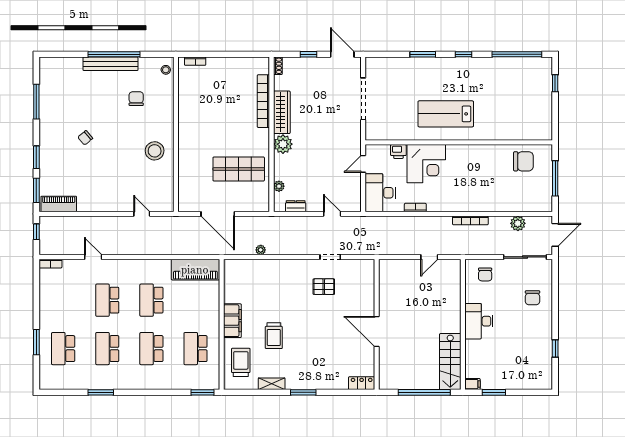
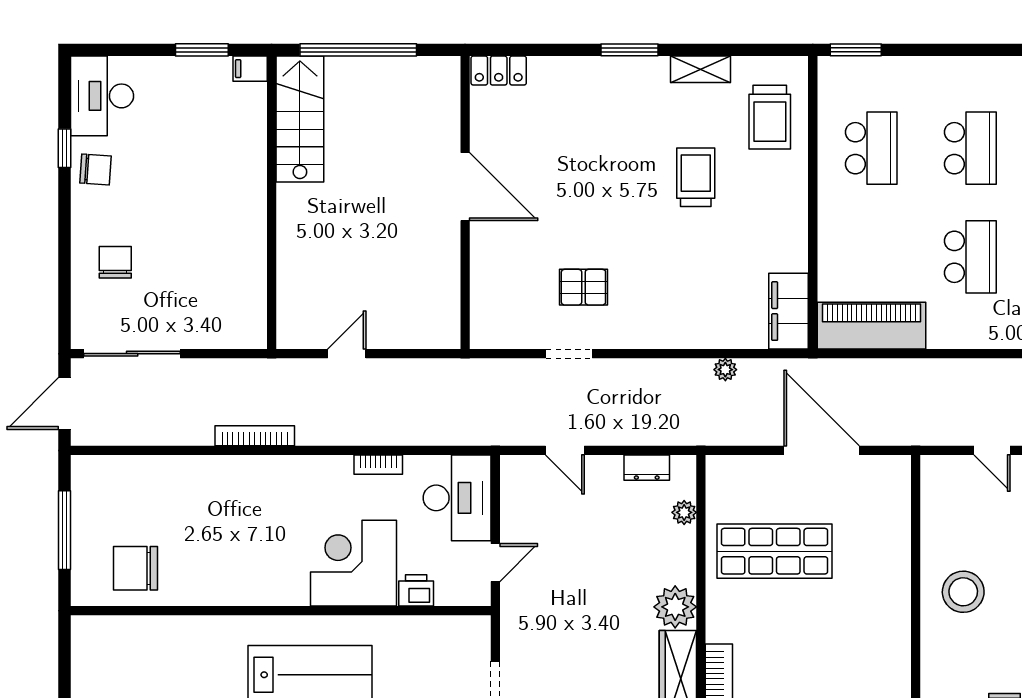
plant: (518, 223) -> (148, 429), removed
chair: (485, 274) -> (95, 170), moved, turned 94
filing cabinet: (232, 321) -> (788, 311), moved
desk: (479, 321) -> (102, 96), moved, turned 180

